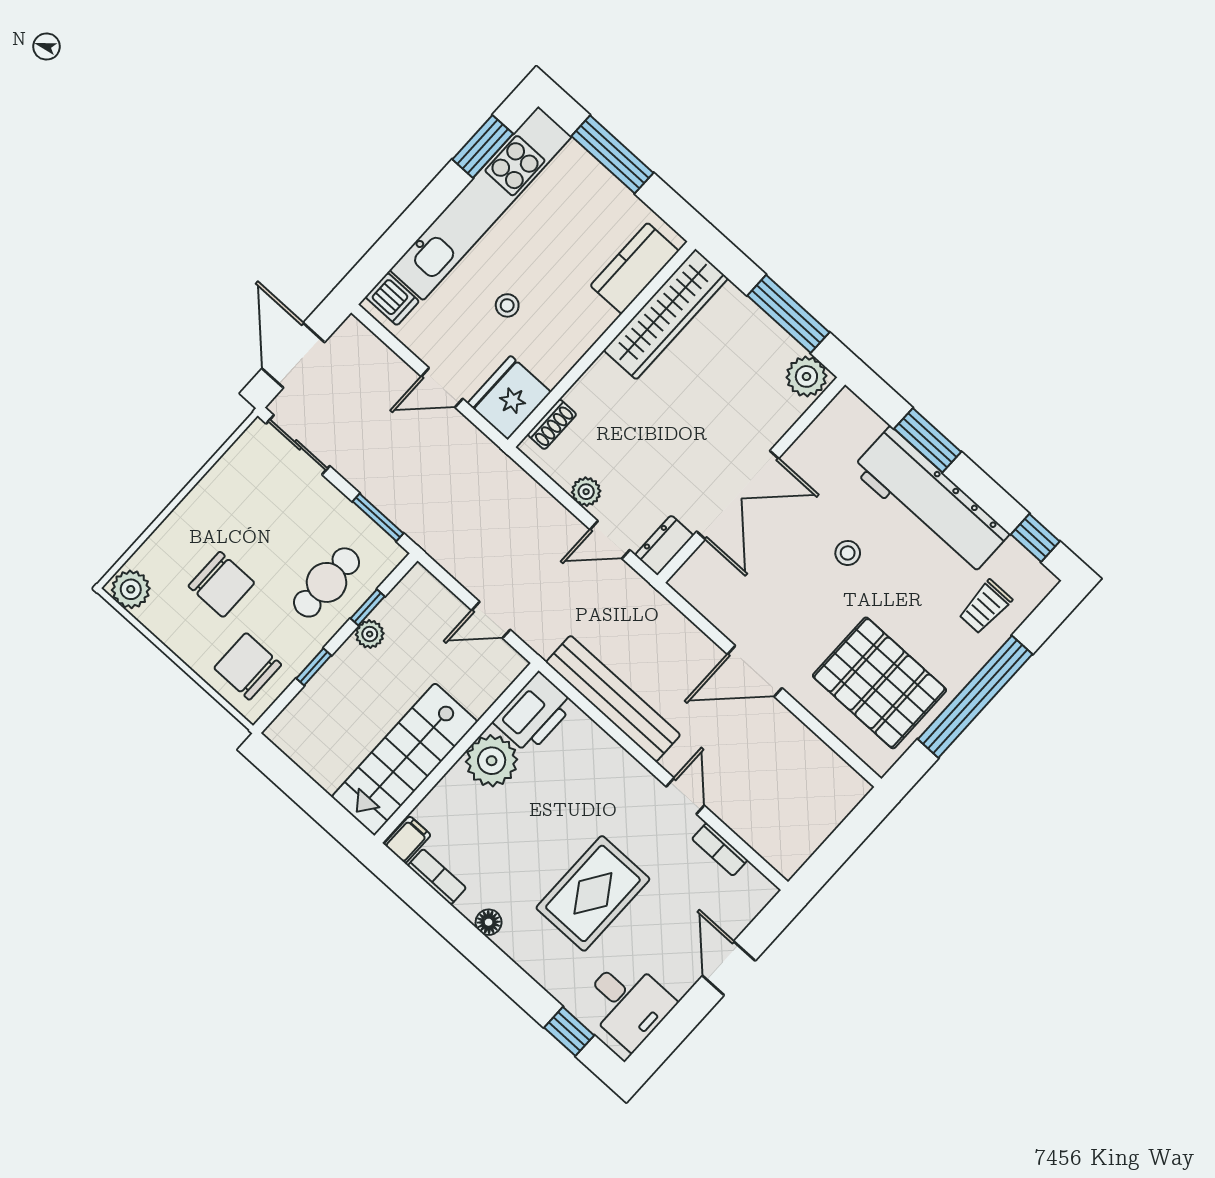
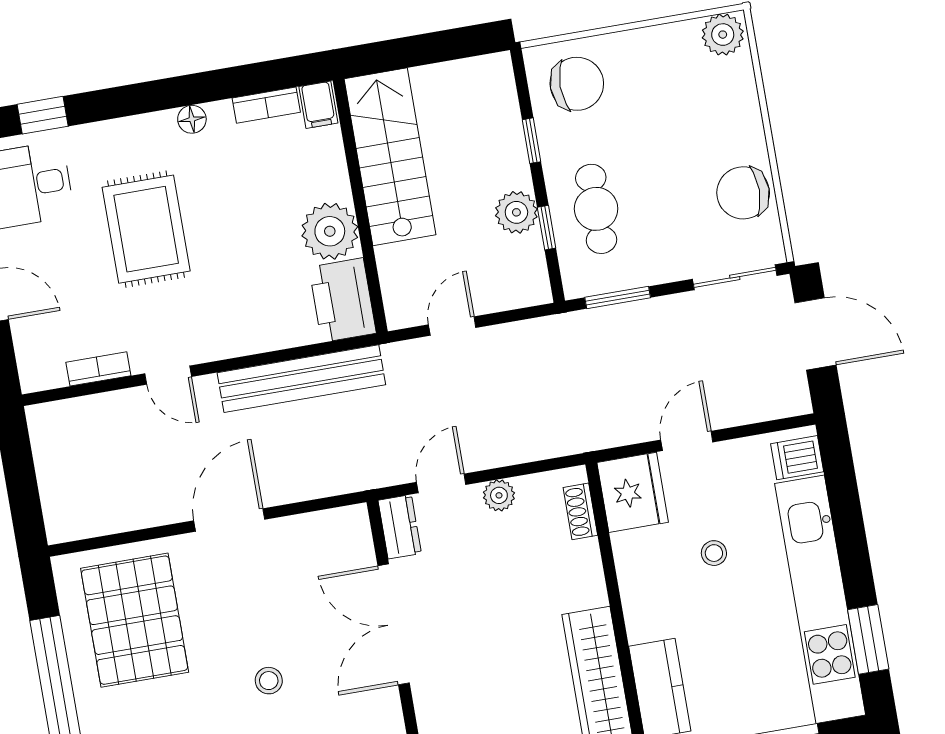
chair: (221, 584) -> (743, 193), moved
plant: (370, 634) -> (516, 212), width x1.38, depth x1.38
pallet: (879, 683) -> (135, 620), turned 90

